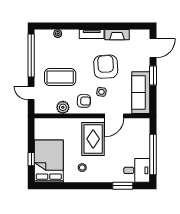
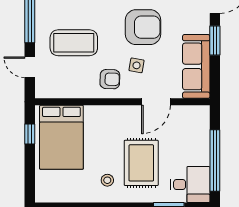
armchair: (106, 67) -> (143, 27), turned 93
plant: (63, 107) -> (78, 89), removed
rug: (93, 139) -> (141, 163), moved
window: (31, 159) -> (30, 134), moved
bed: (49, 161) -> (61, 137), moved, turned 180

